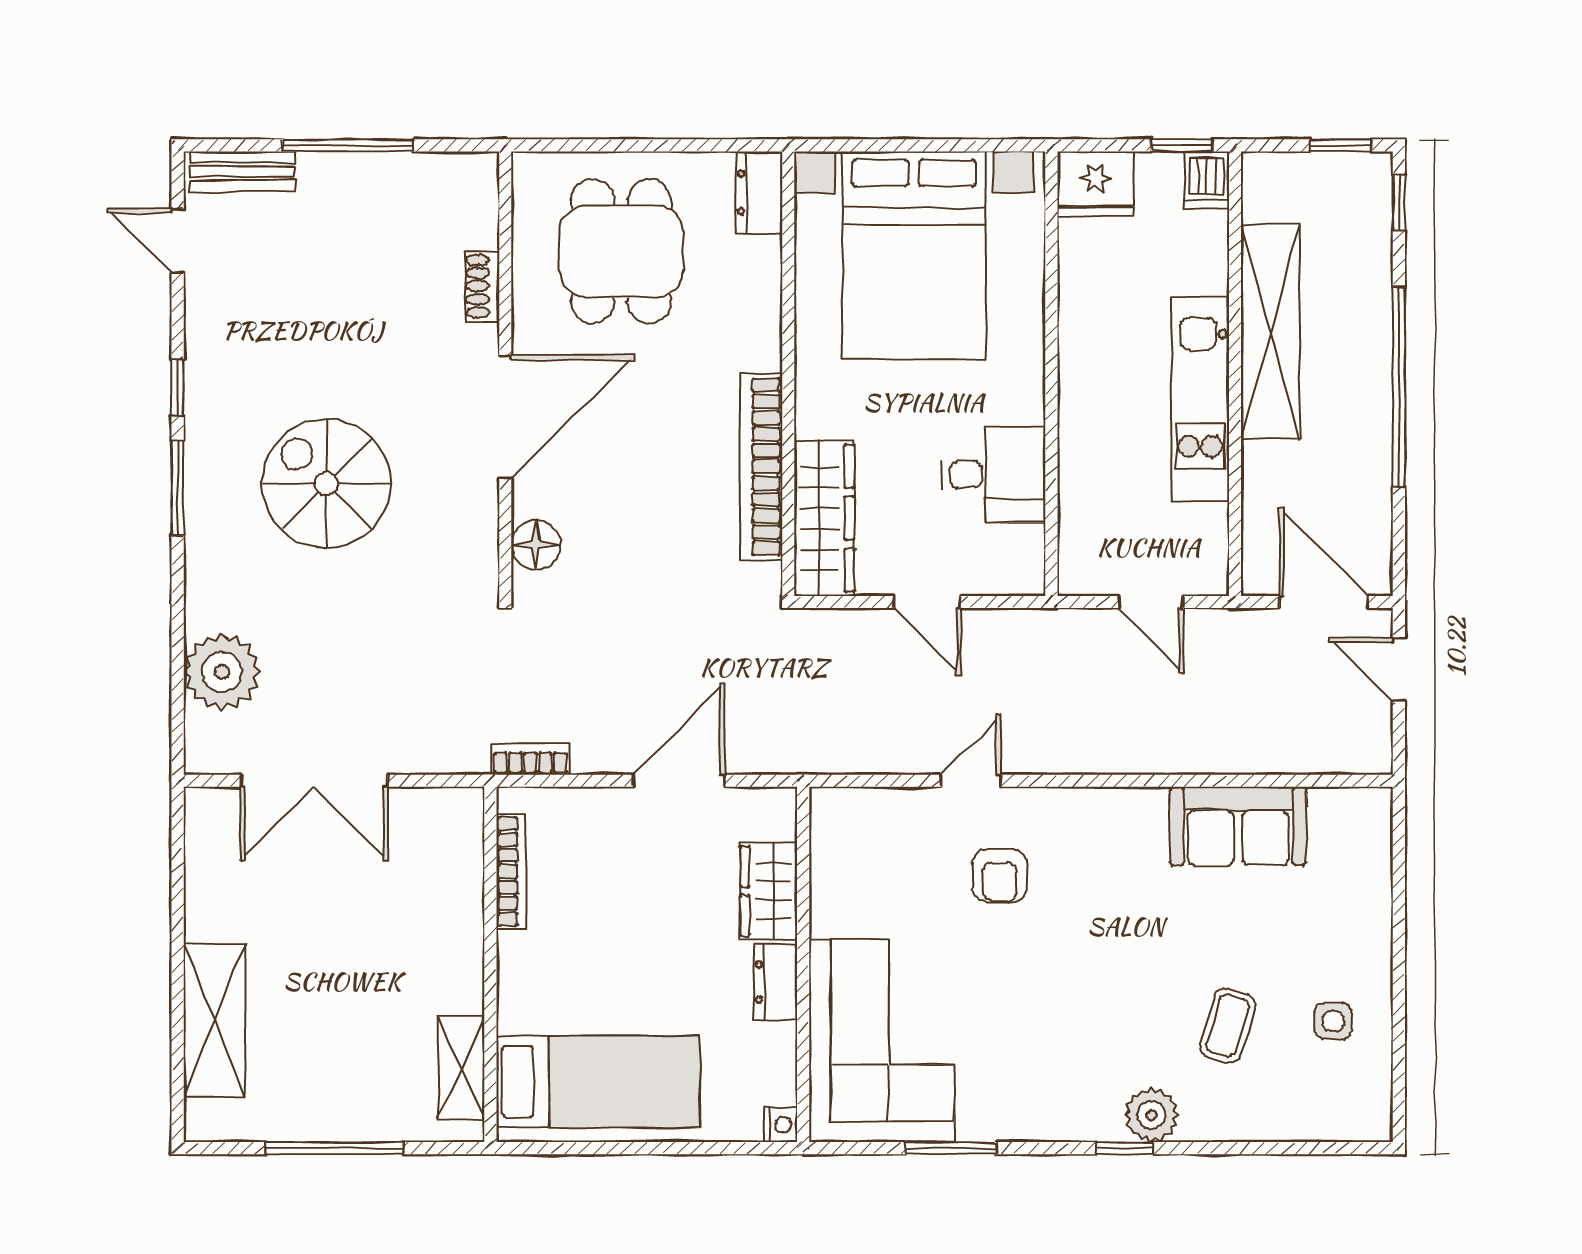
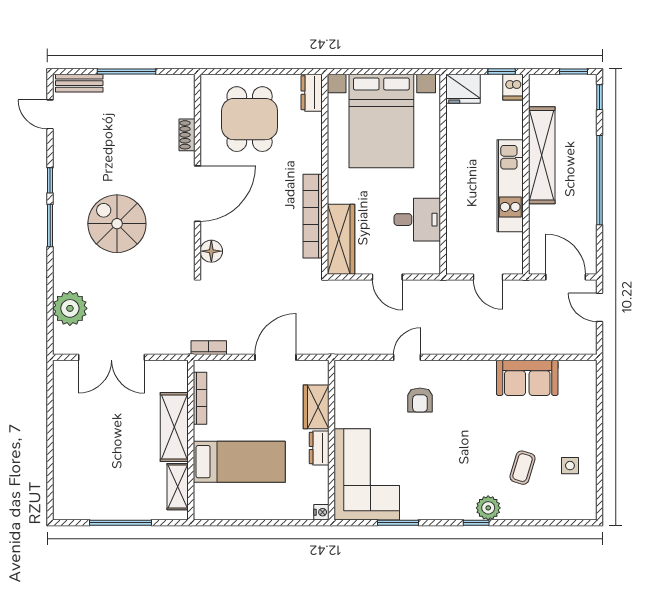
shelving: (214, 1020) -> (174, 427), moved
bed: (598, 1082) -> (239, 462), moved

